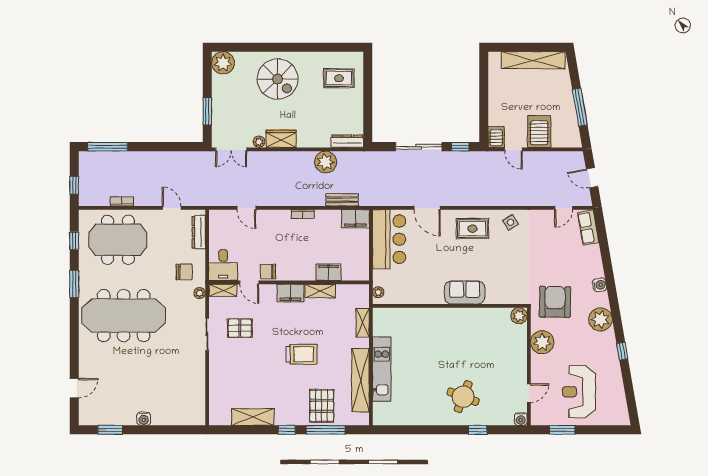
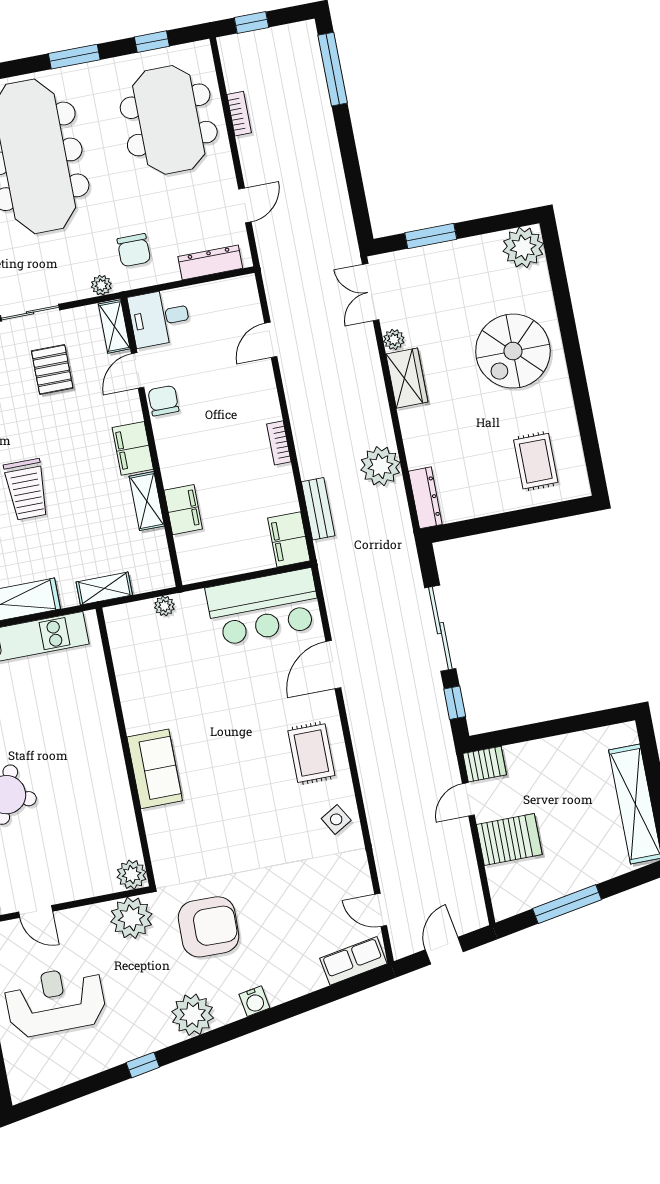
sofa: (465, 292) -> (155, 769), moved
wall: (450, 306) -> (126, 747), moved
plant: (519, 316) -> (132, 875), moved

